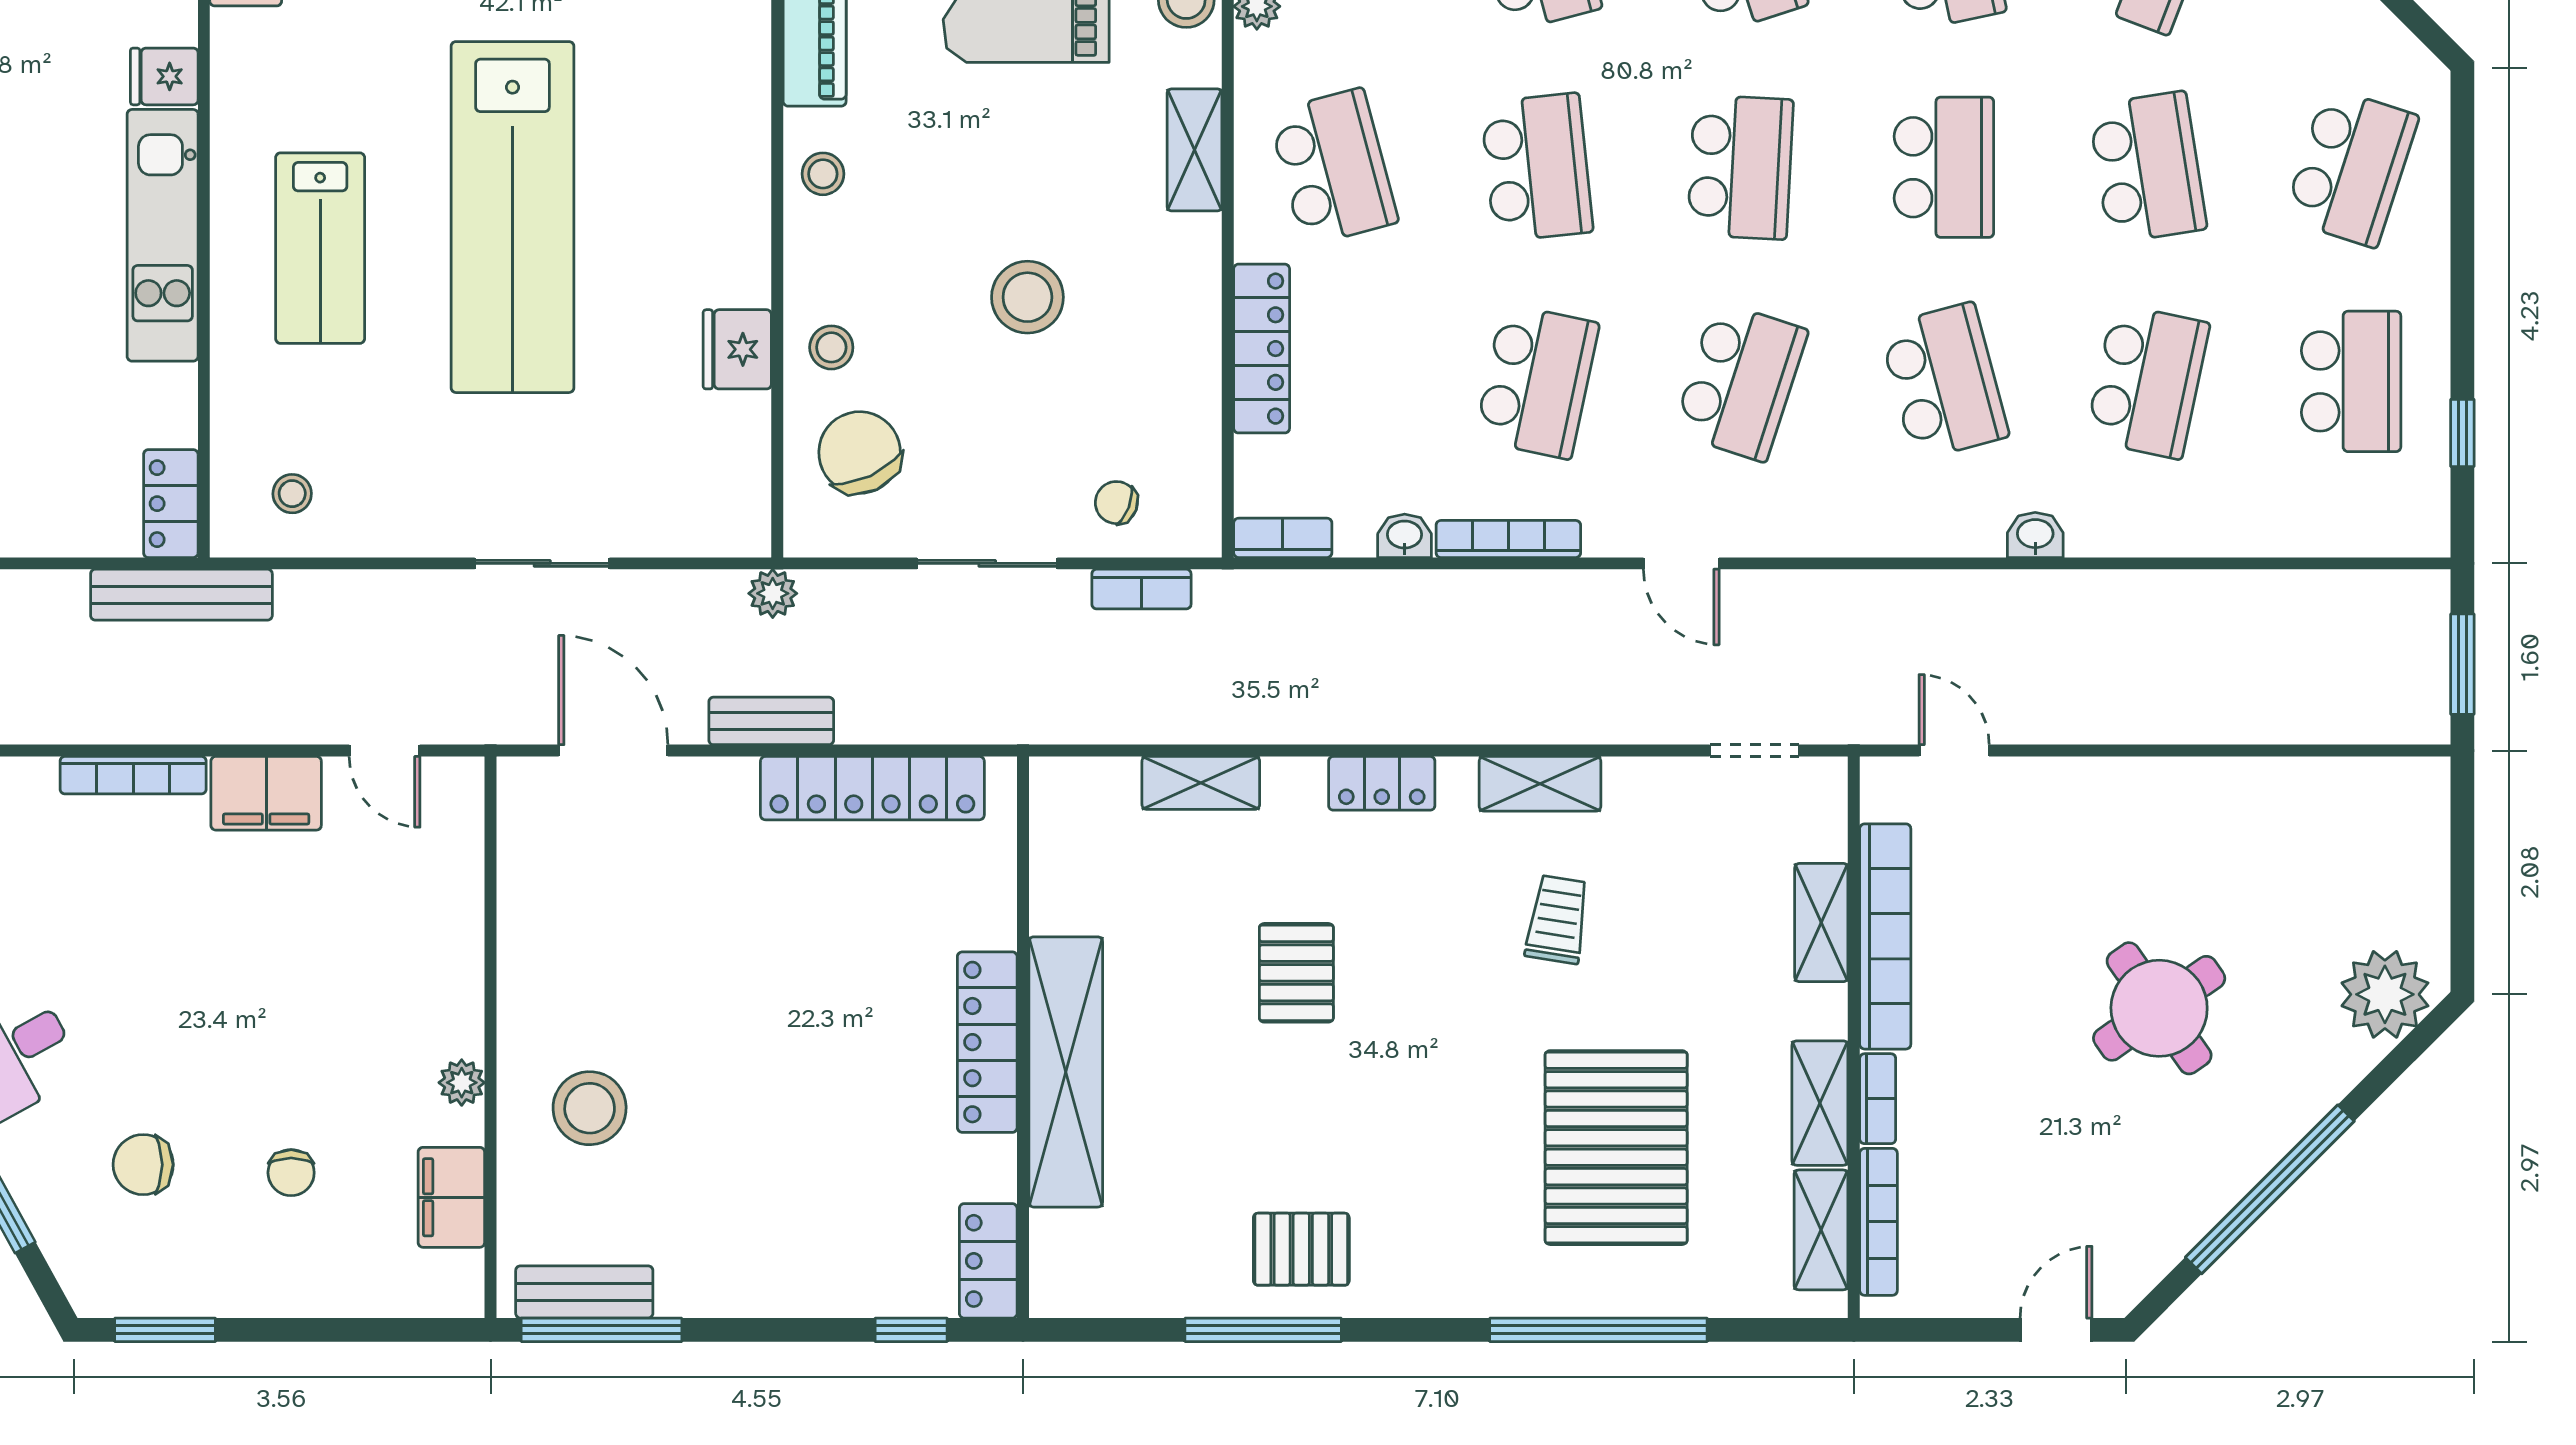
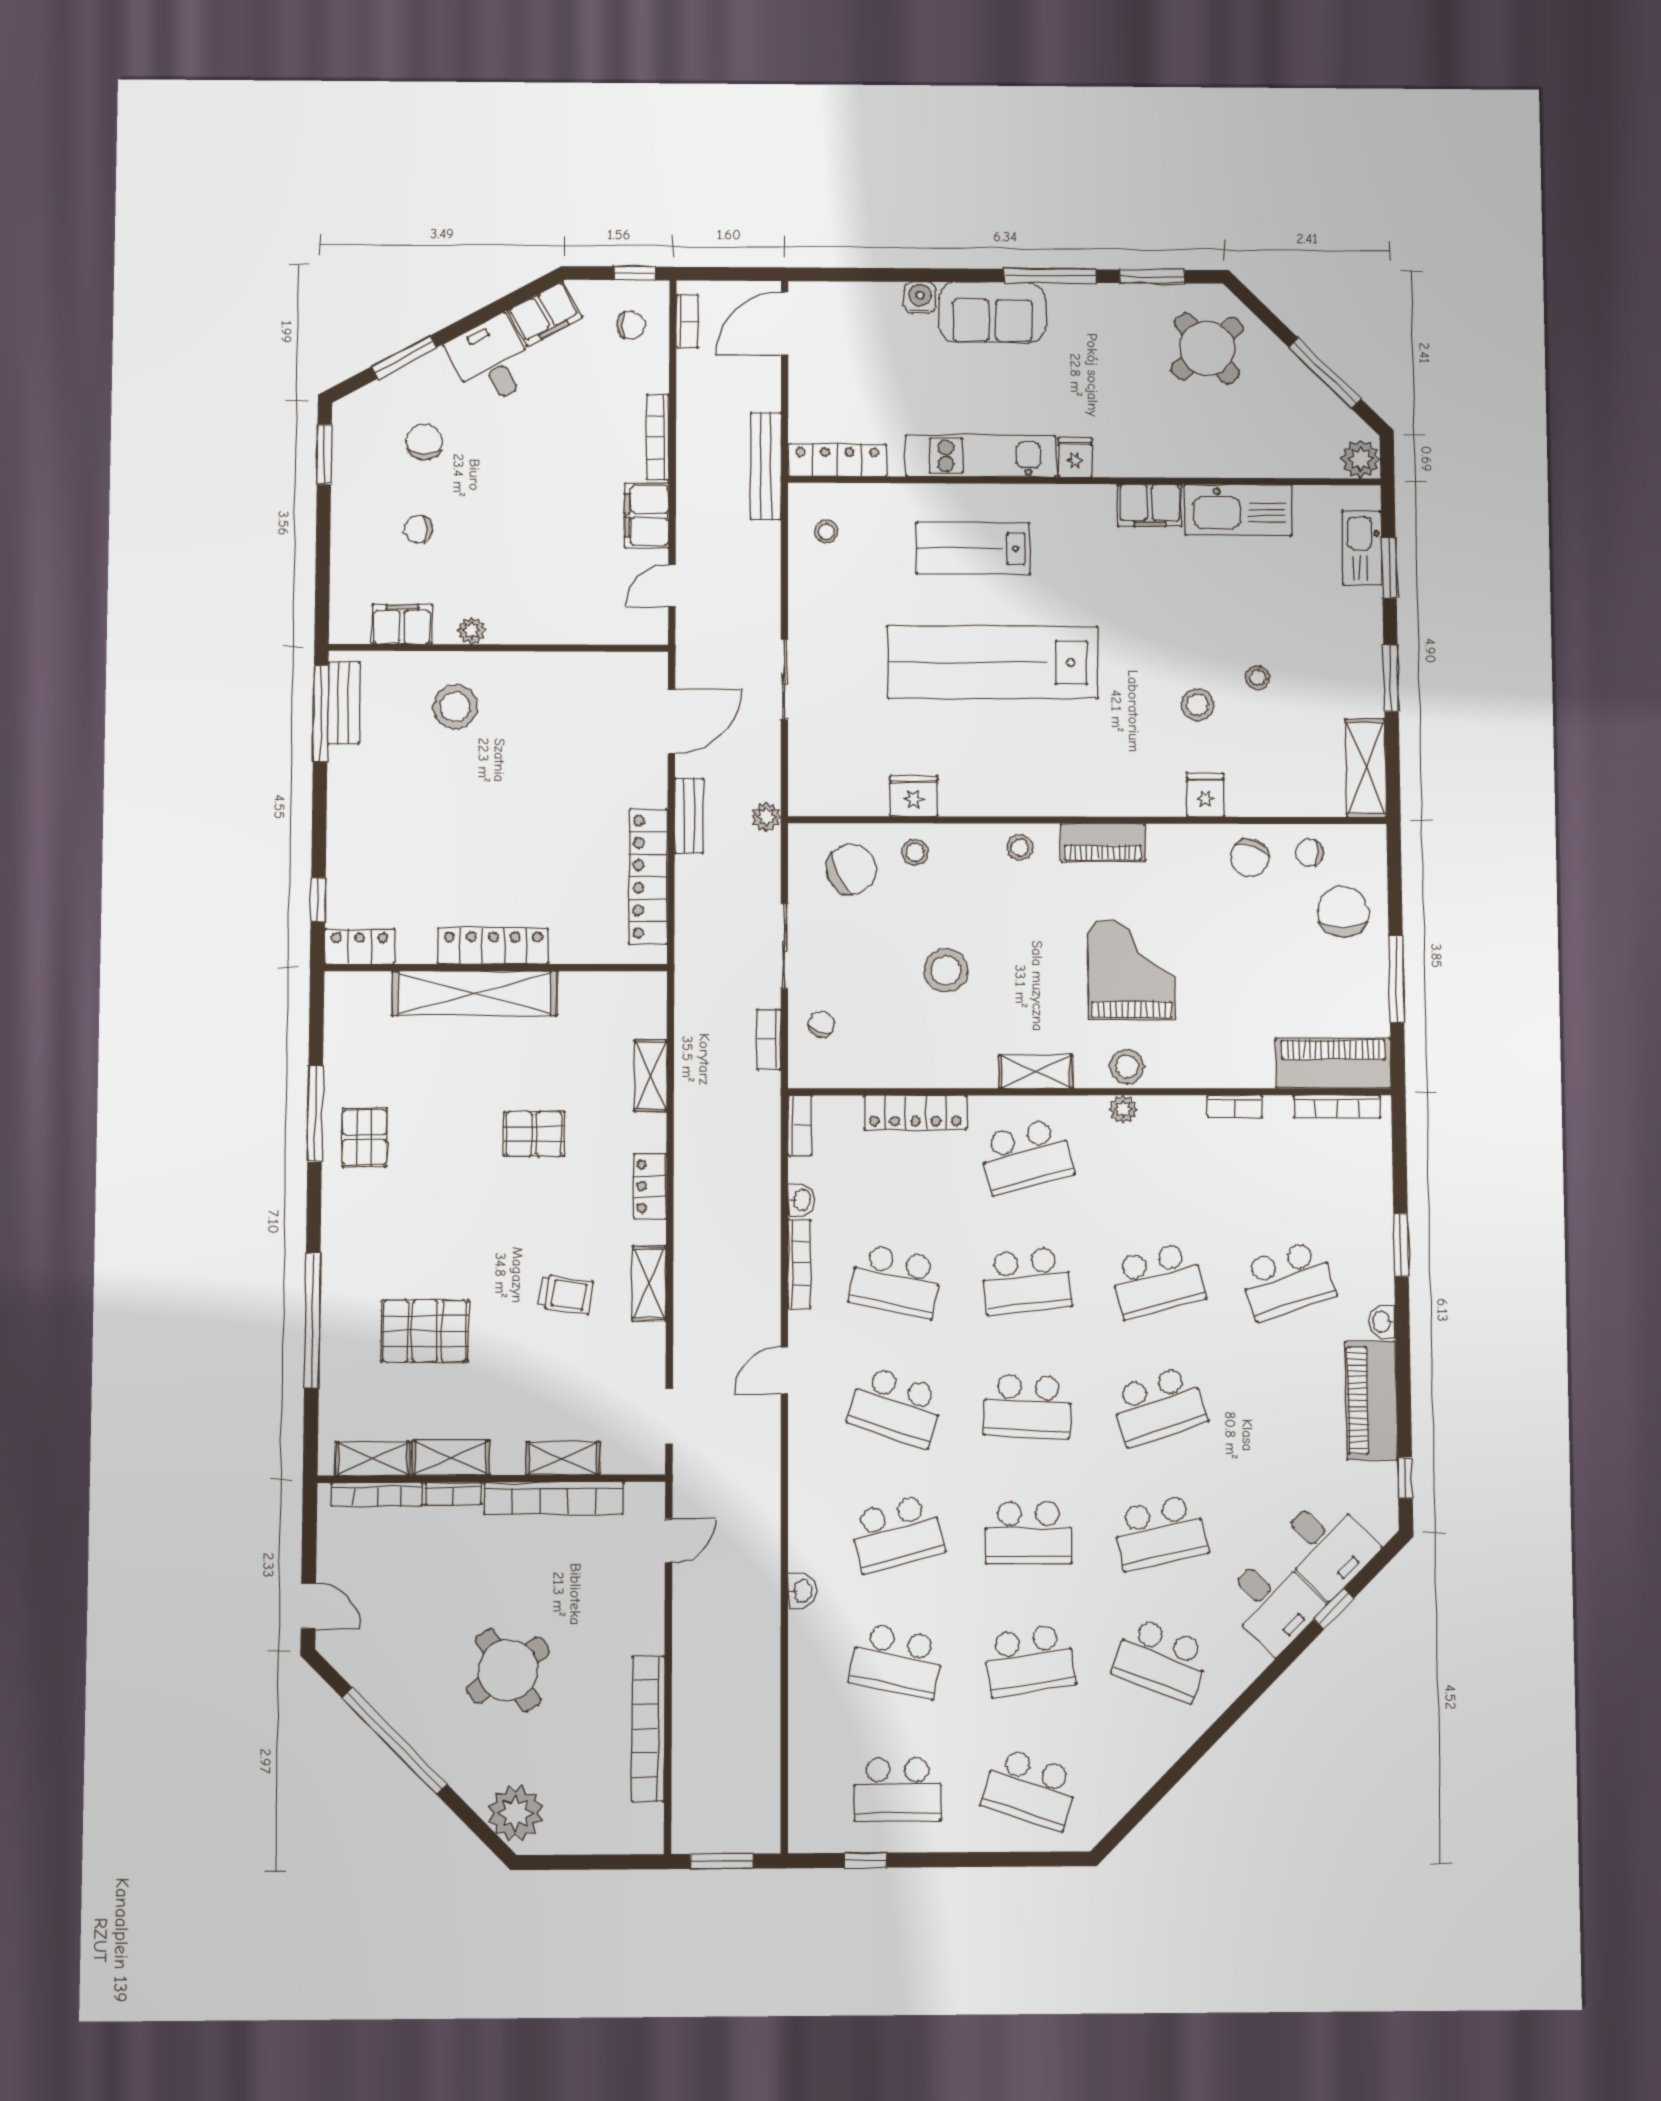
locker: (171, 504) -> (837, 460), width x1.53
bookcase: (2253, 782) -> (648, 1729), added
pallet: (1616, 1148) -> (425, 1331), width x0.73, depth x0.71

